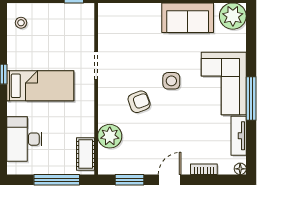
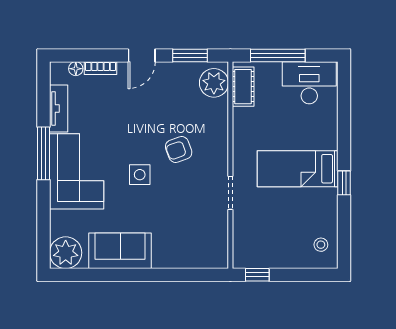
plant: (110, 136) -> (214, 83), moved
desk: (24, 139) -> (309, 83), moved, turned -90
floor lamp: (240, 169) -> (76, 69), moved

